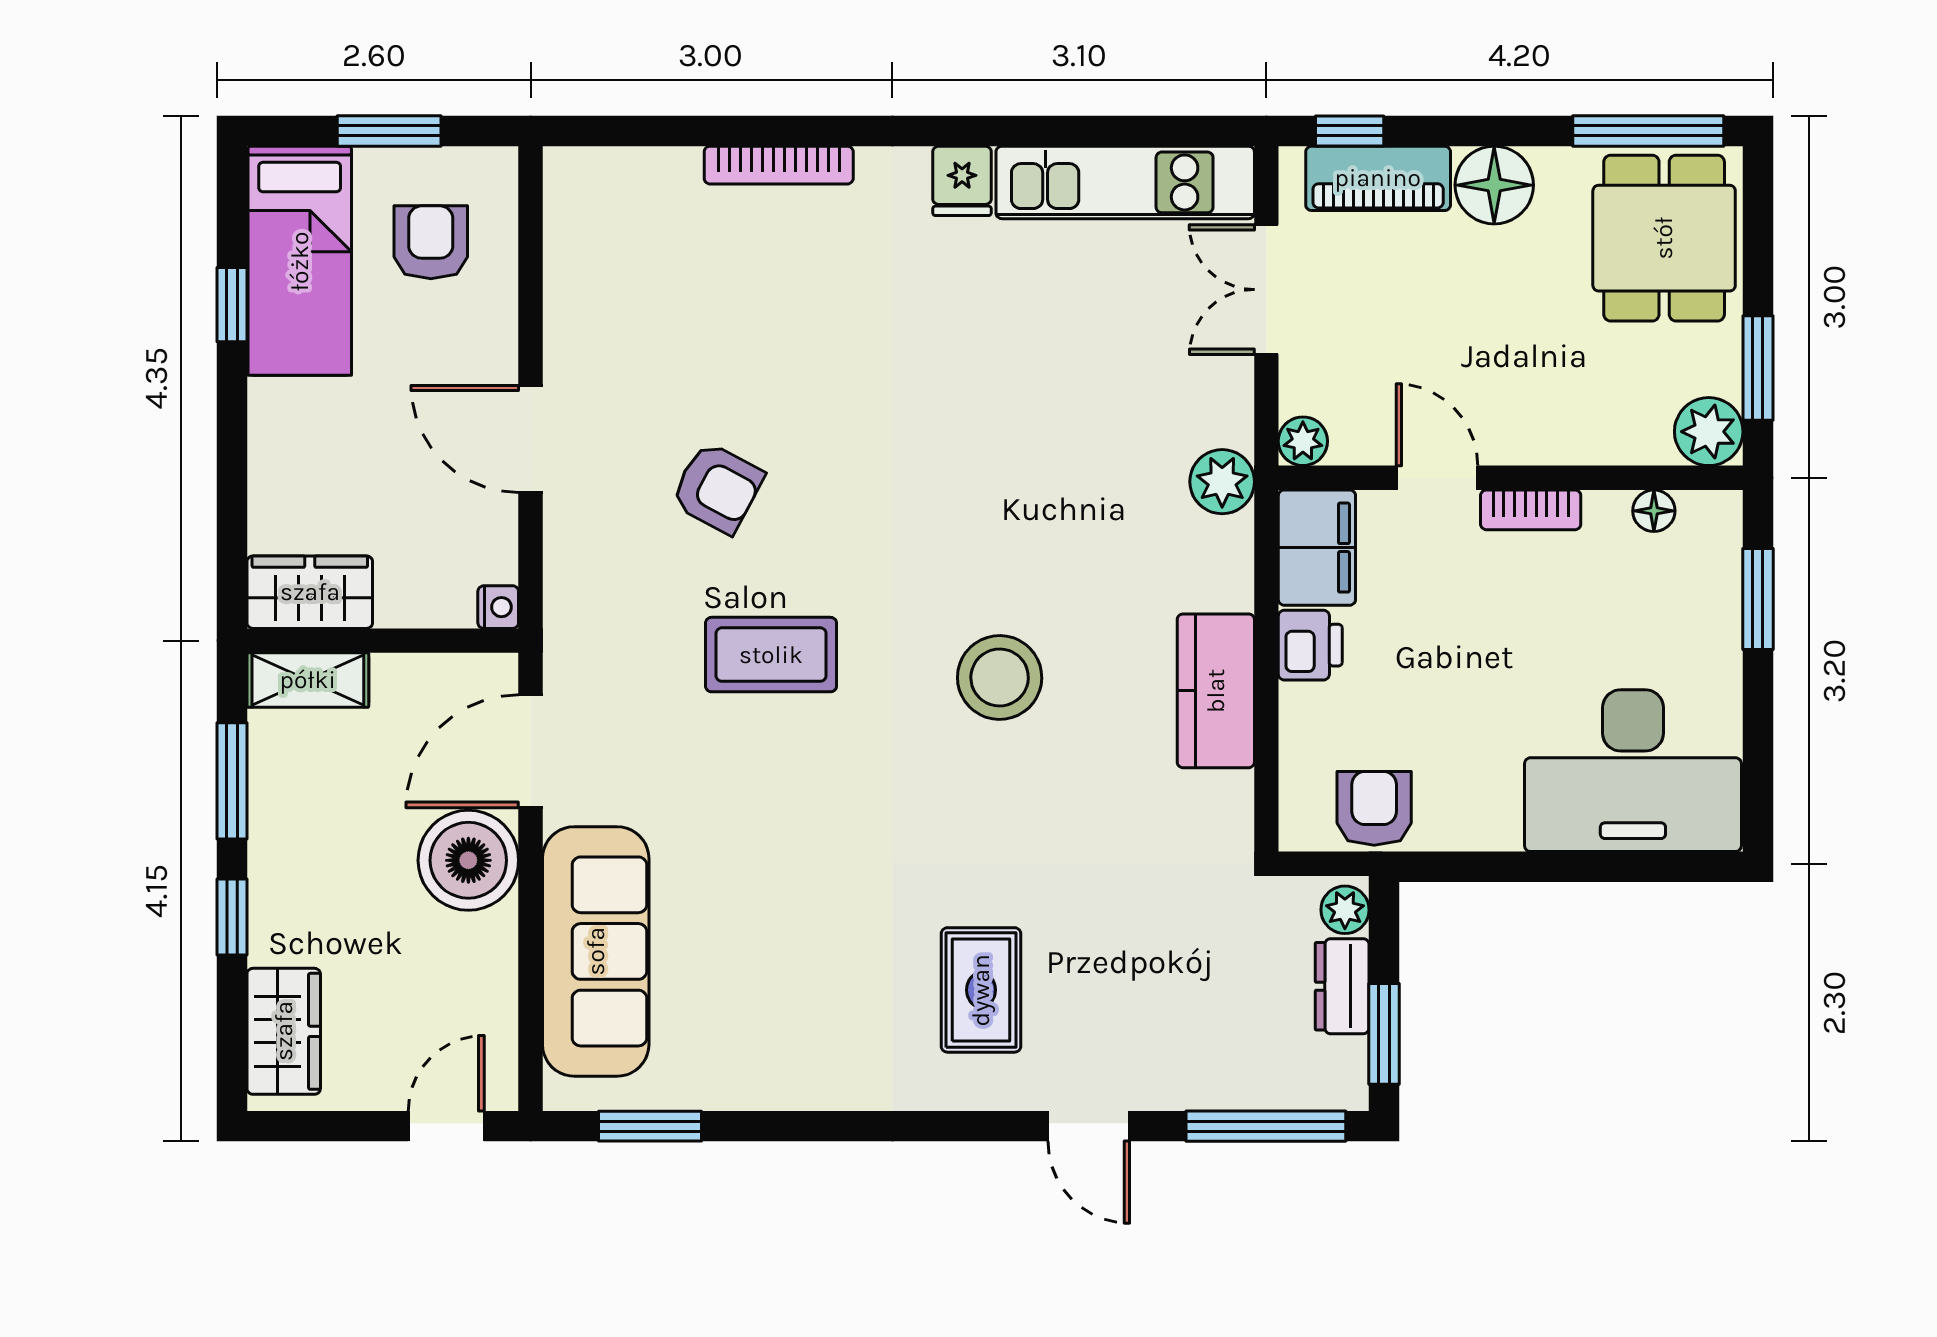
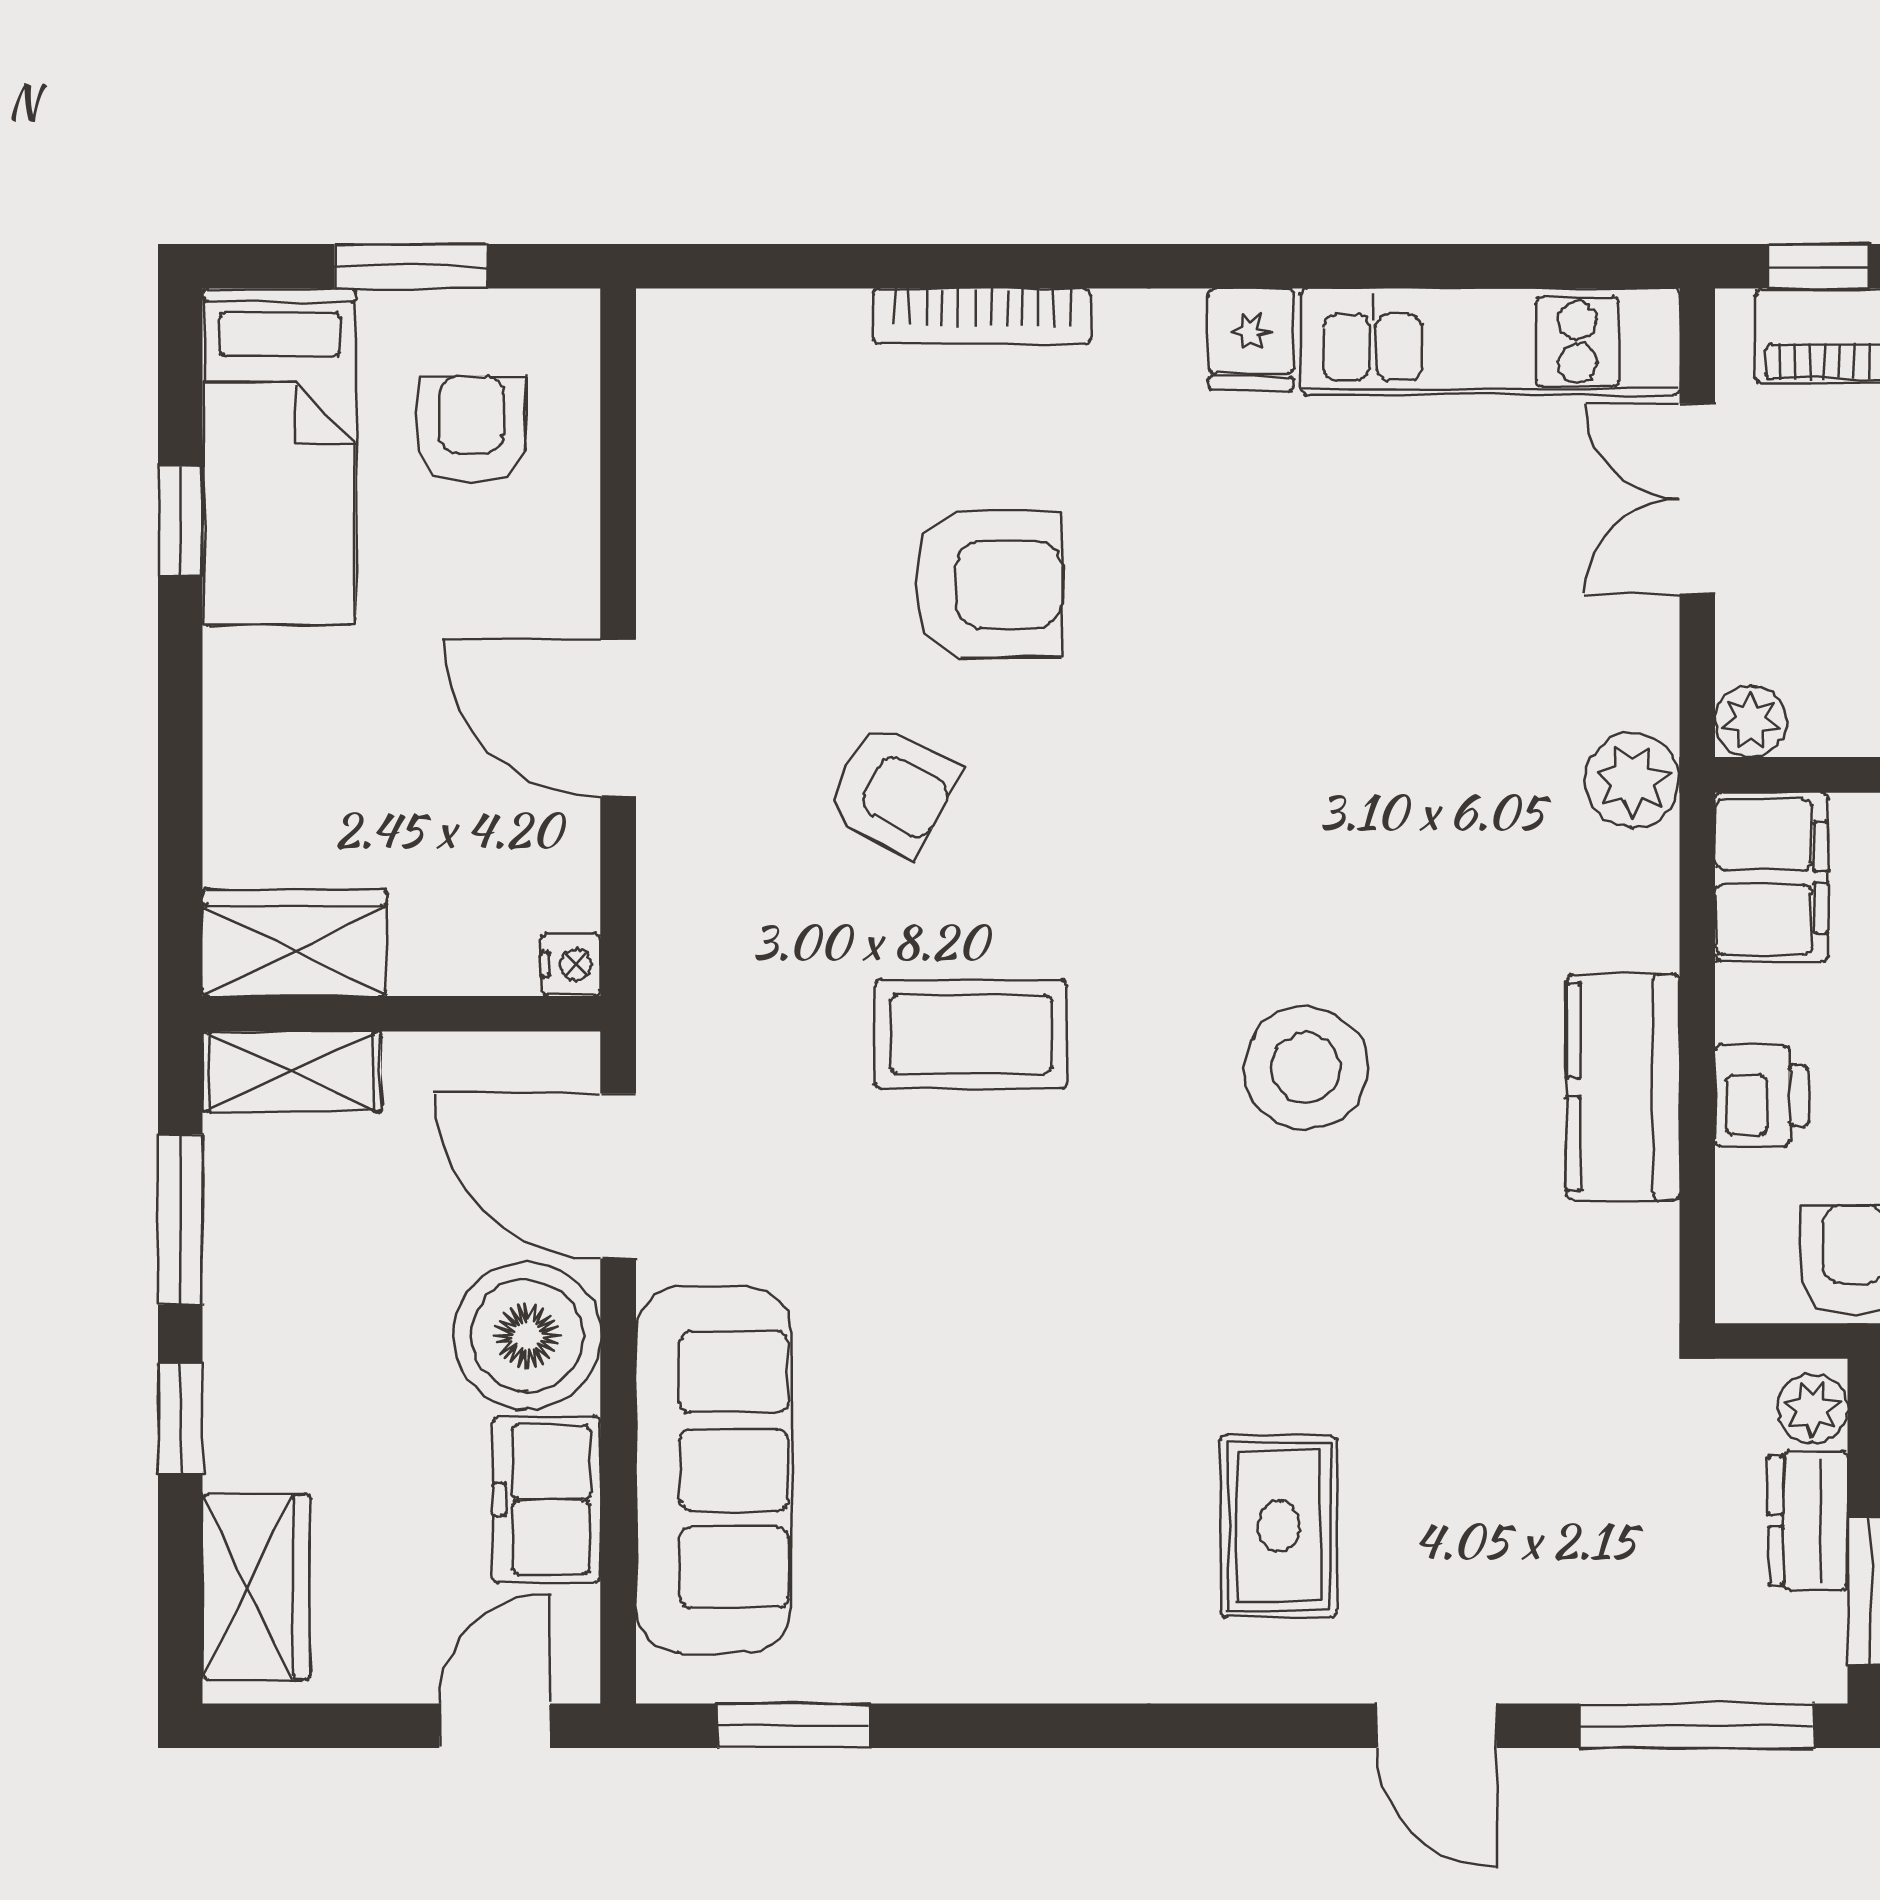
armchair: (783, 348) -> (988, 584), added
printer: (1310, 645) -> (1762, 1095), moved
door: (531, 751) -> (618, 1176), hinge flipped
freezer: (482, 972) -> (546, 1500), added

